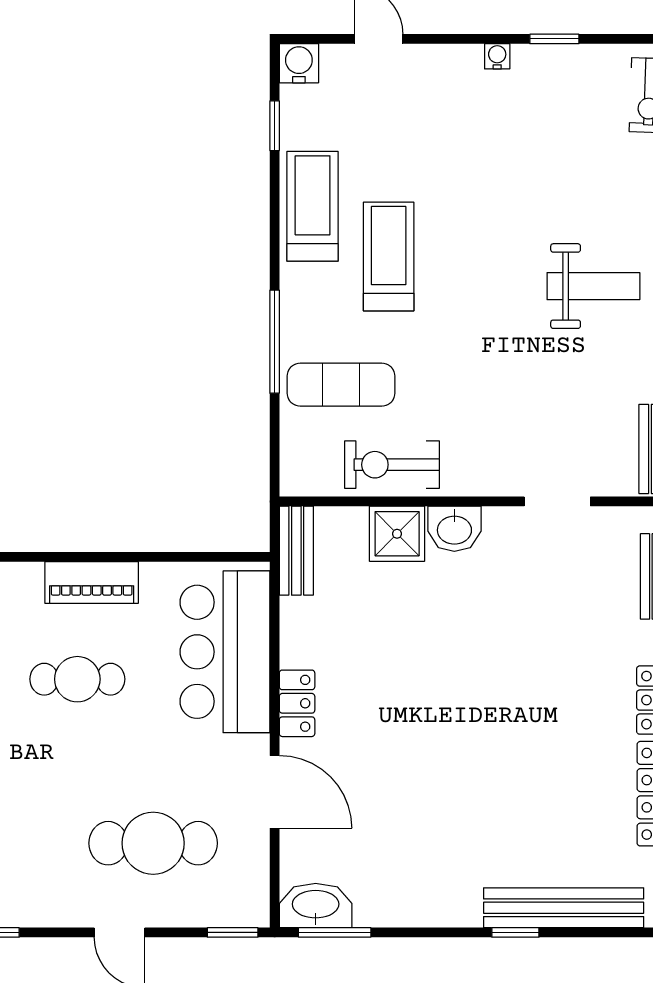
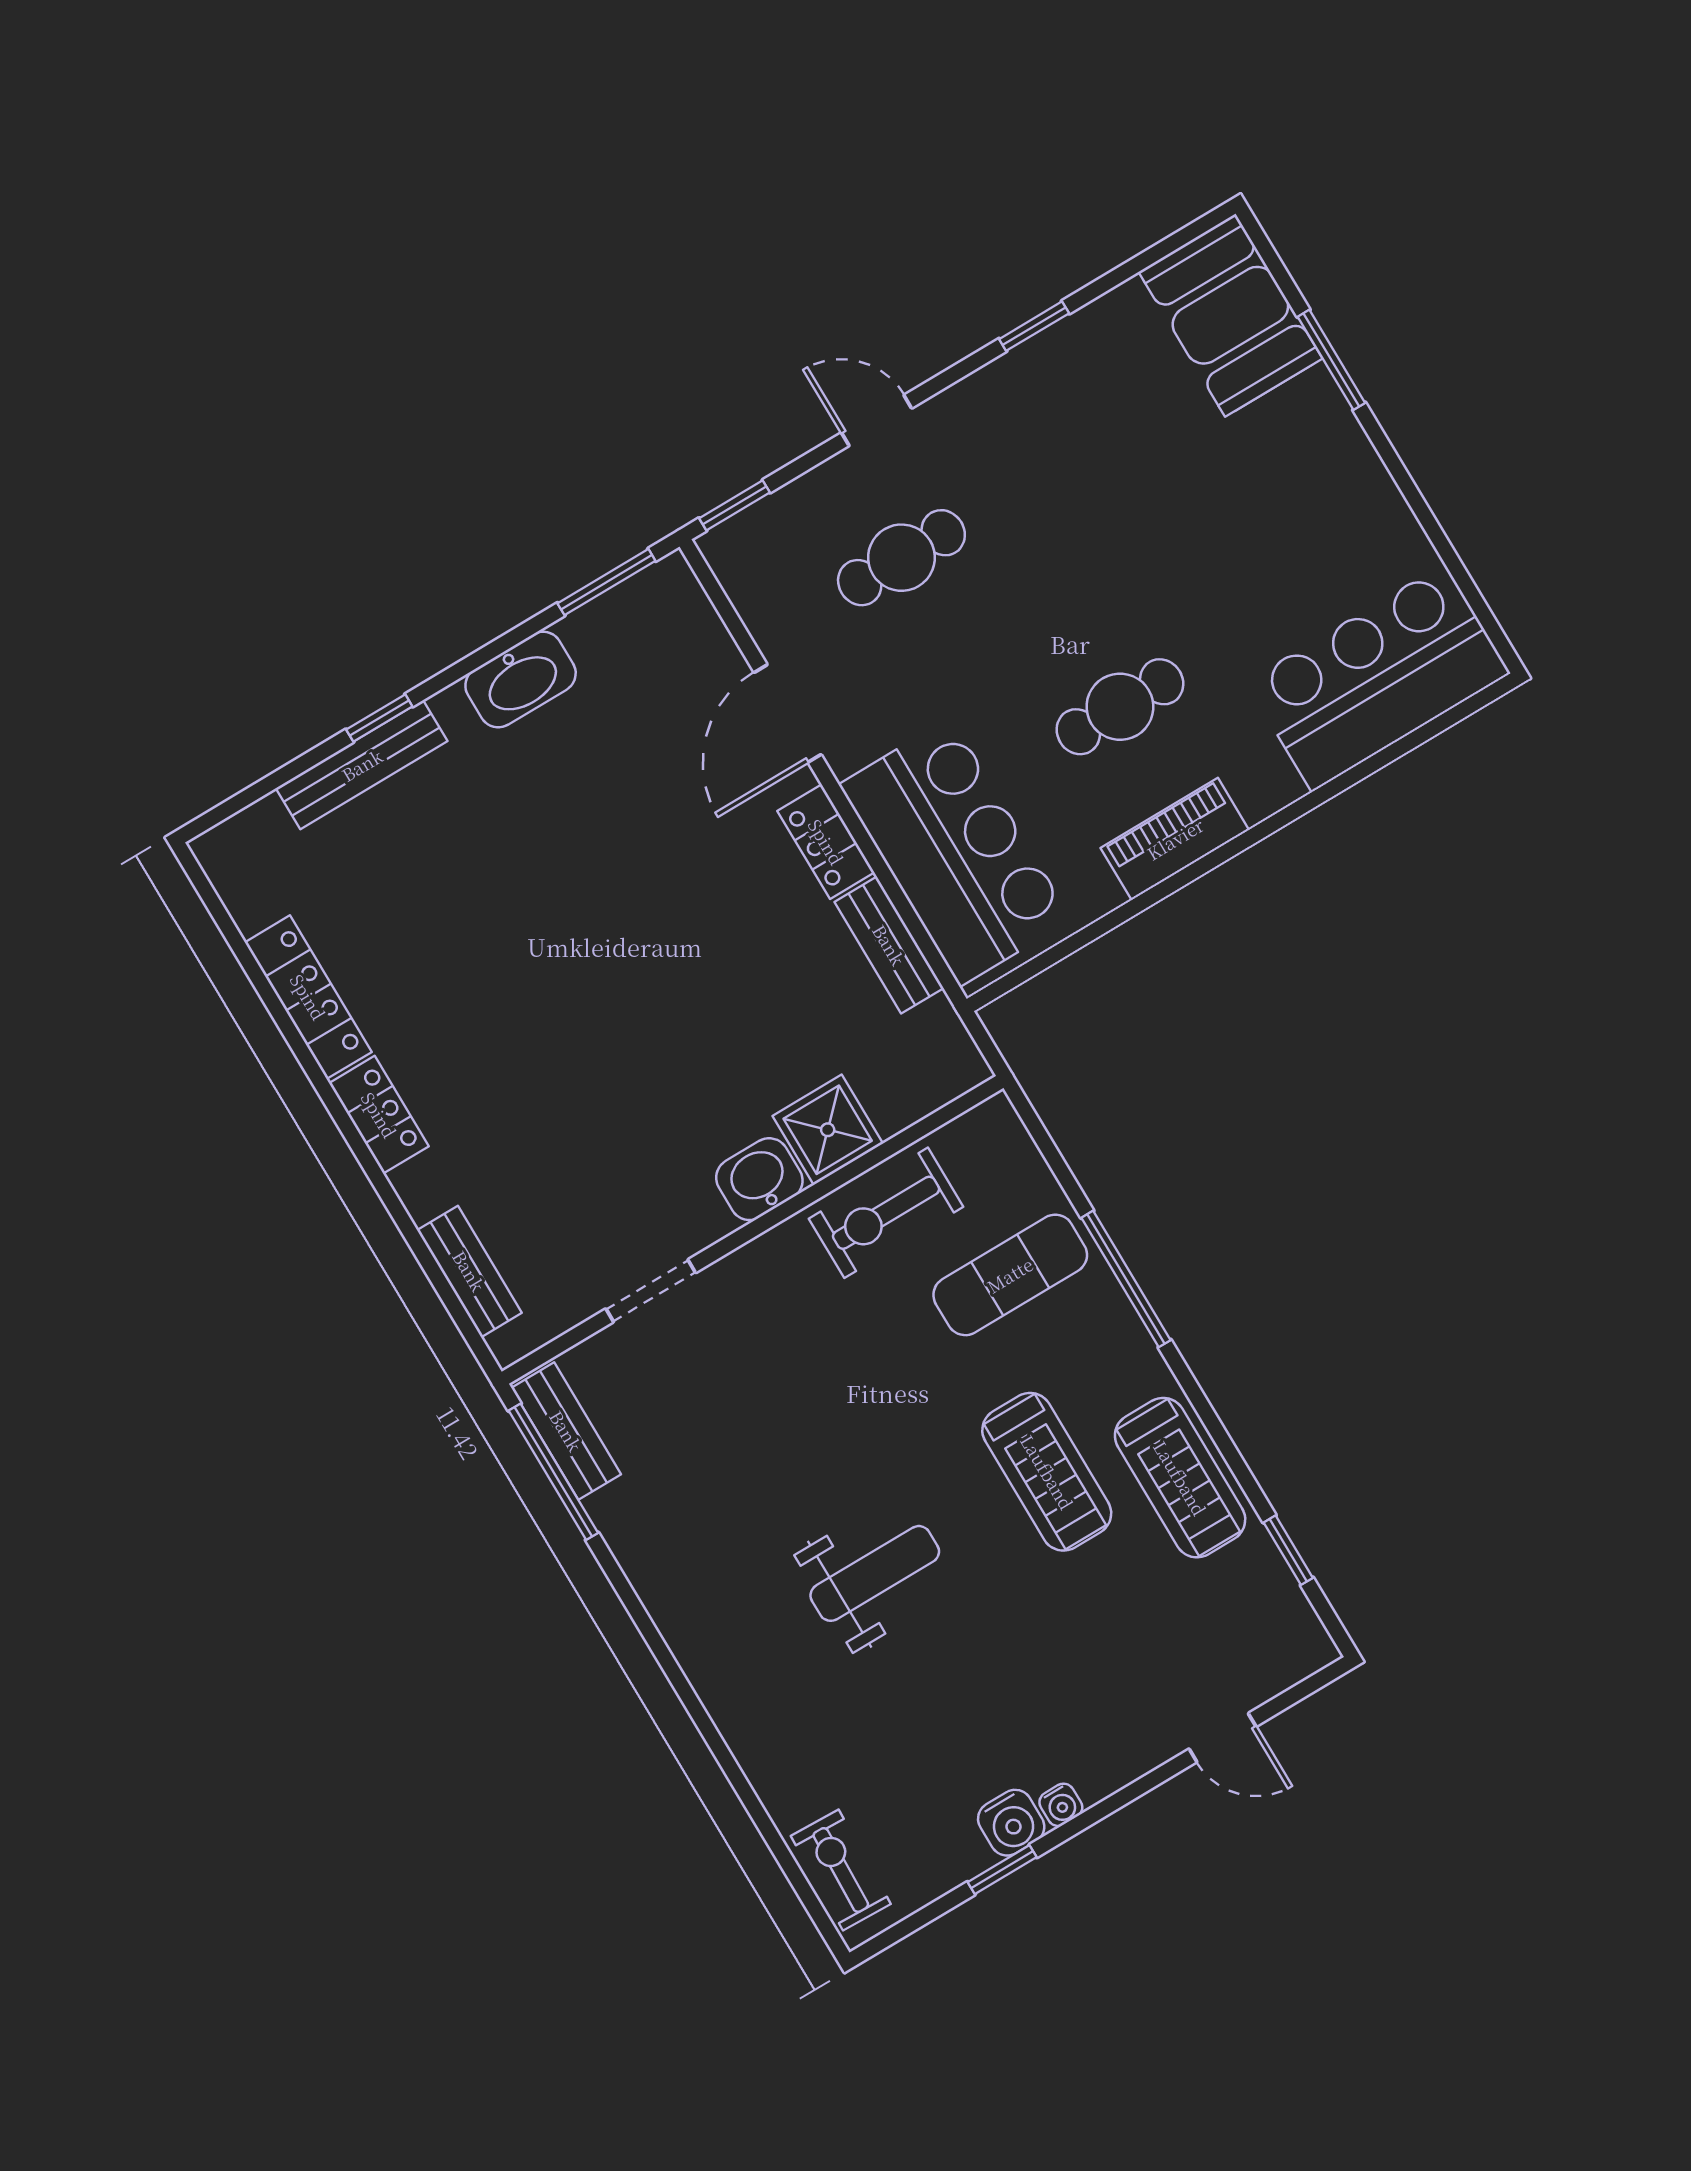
water cooler: (299, 63) -> (1011, 1823), moved
weight bench: (593, 286) -> (875, 1573), moved, turned 180
exercise bike: (392, 465) -> (886, 1213), turned 180
bench: (296, 551) -> (889, 945), moved
door: (275, 792) -> (788, 713), hinge flipped
cafe table: (153, 843) -> (901, 558), width x0.73, depth x0.74
washbasin: (316, 905) -> (521, 679), moved
bench: (564, 908) -> (362, 765), width x0.73, depth x0.82

